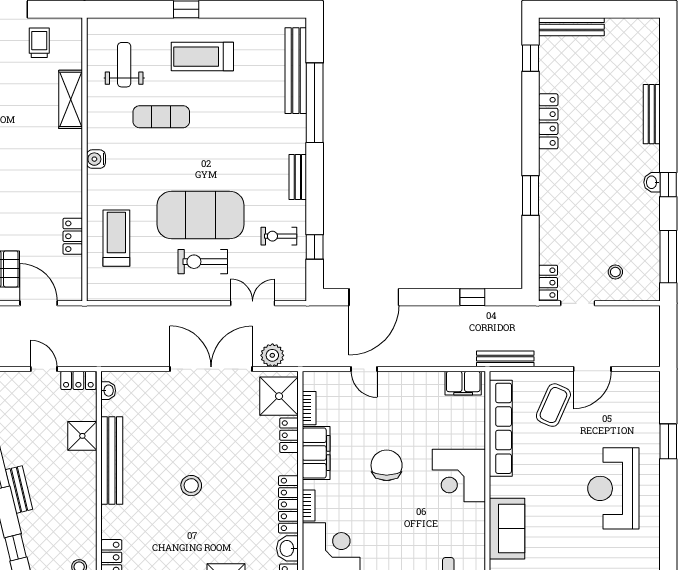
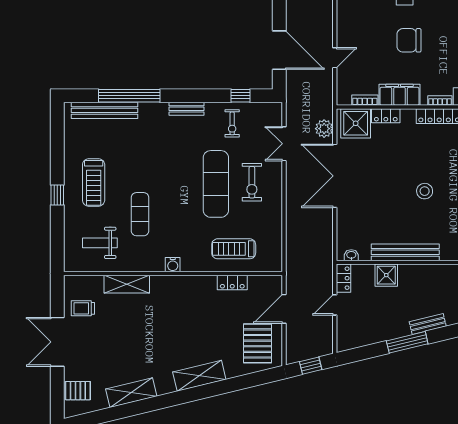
exercise mat: (201, 215) -> (216, 184), width x0.68

